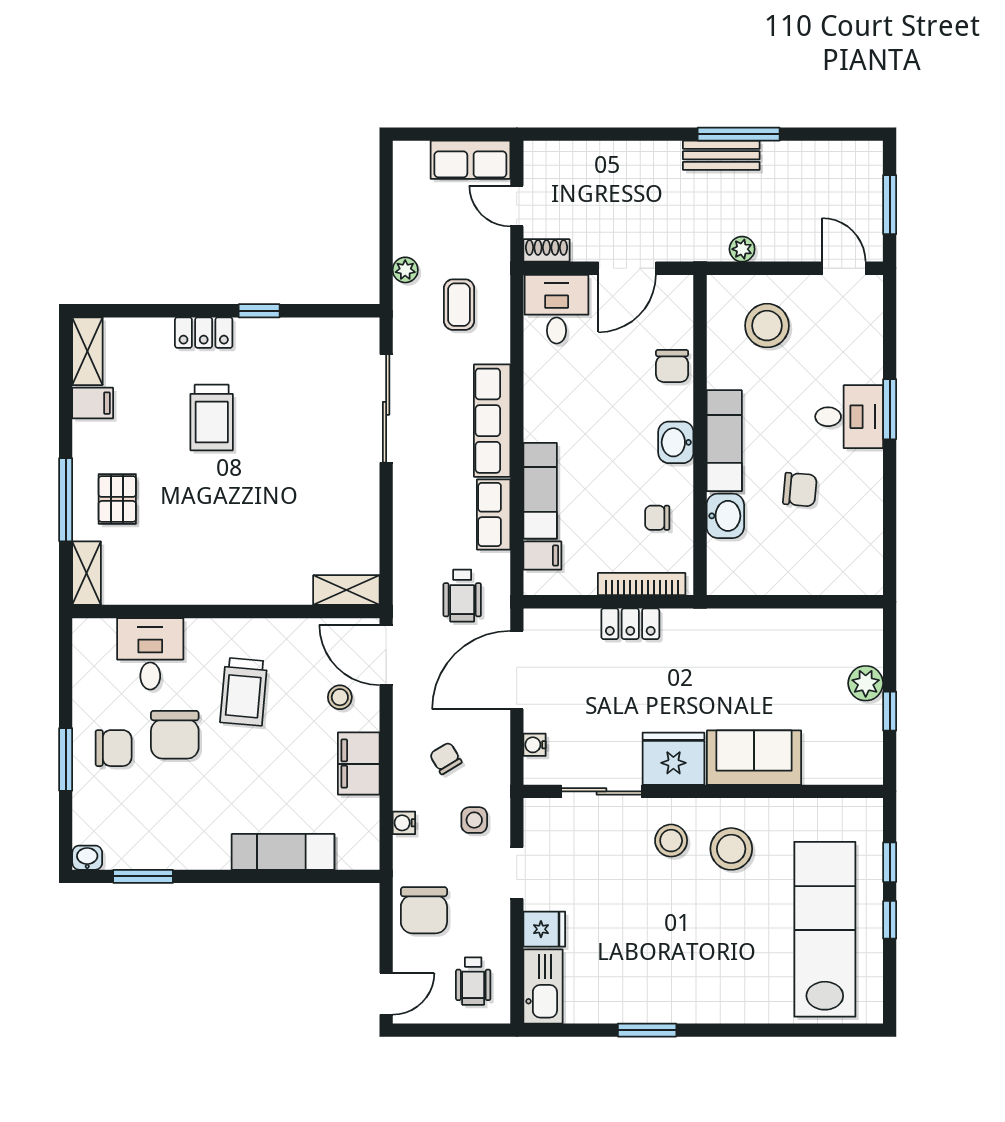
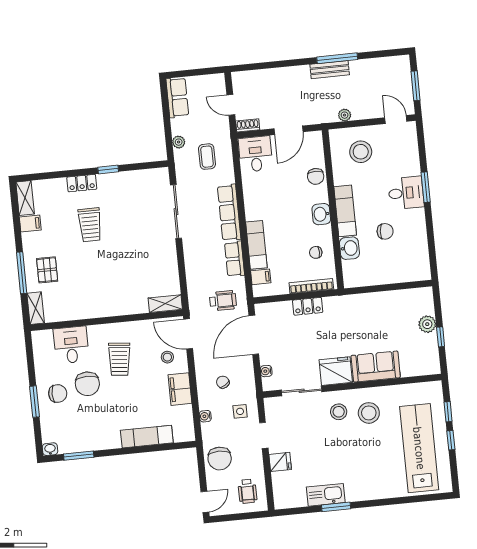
row of seats: (470, 160) -> (177, 97), moved, turned -90
wheelchair: (462, 596) -> (223, 301), turned -90
kitchen sink: (543, 986) -> (326, 495), moved, turned -90

